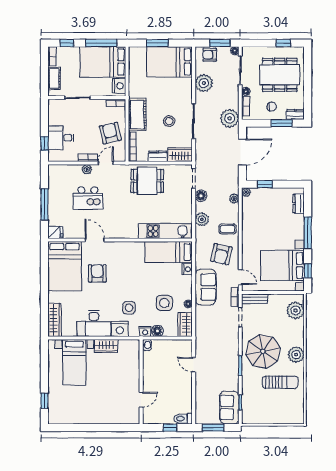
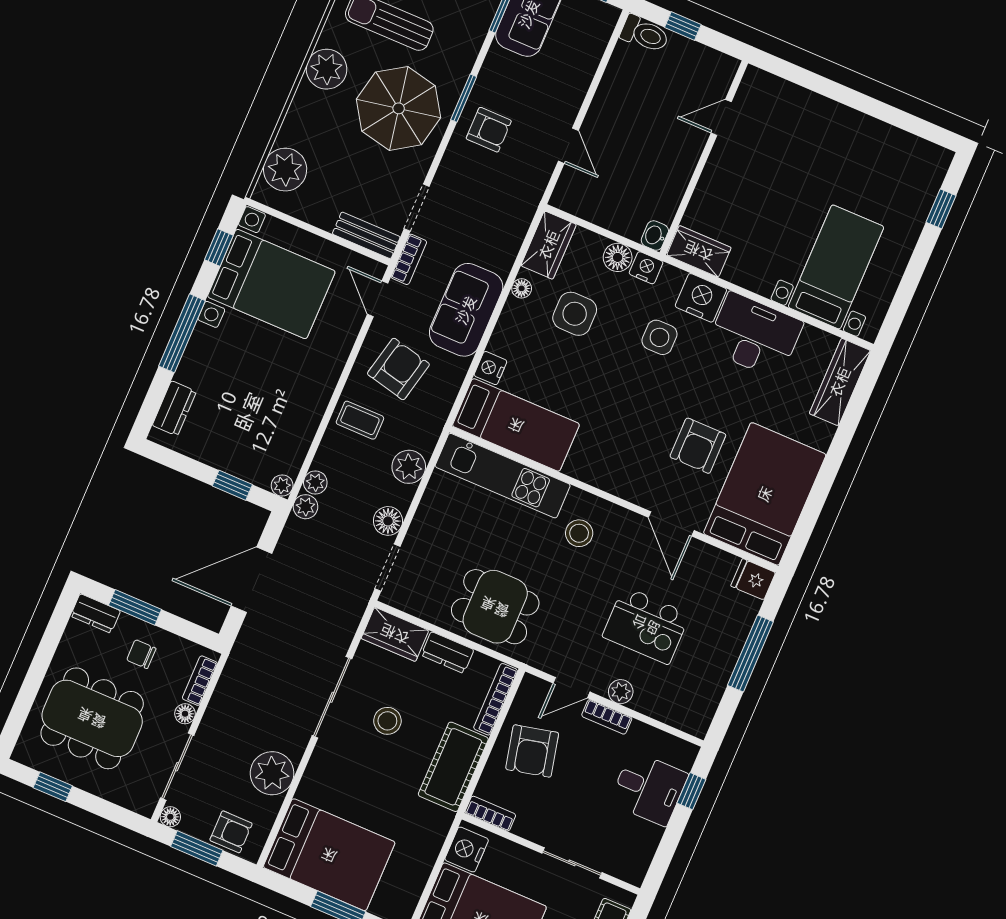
plant: (230, 118) -> (305, 507), moved, width x0.53, depth x0.53
kitchen island: (88, 198) -> (646, 625), turned 180
stool: (128, 222) -> (579, 533), added
wardrobe: (106, 346) -> (699, 251), moved
armchair: (226, 358) -> (489, 130), added

